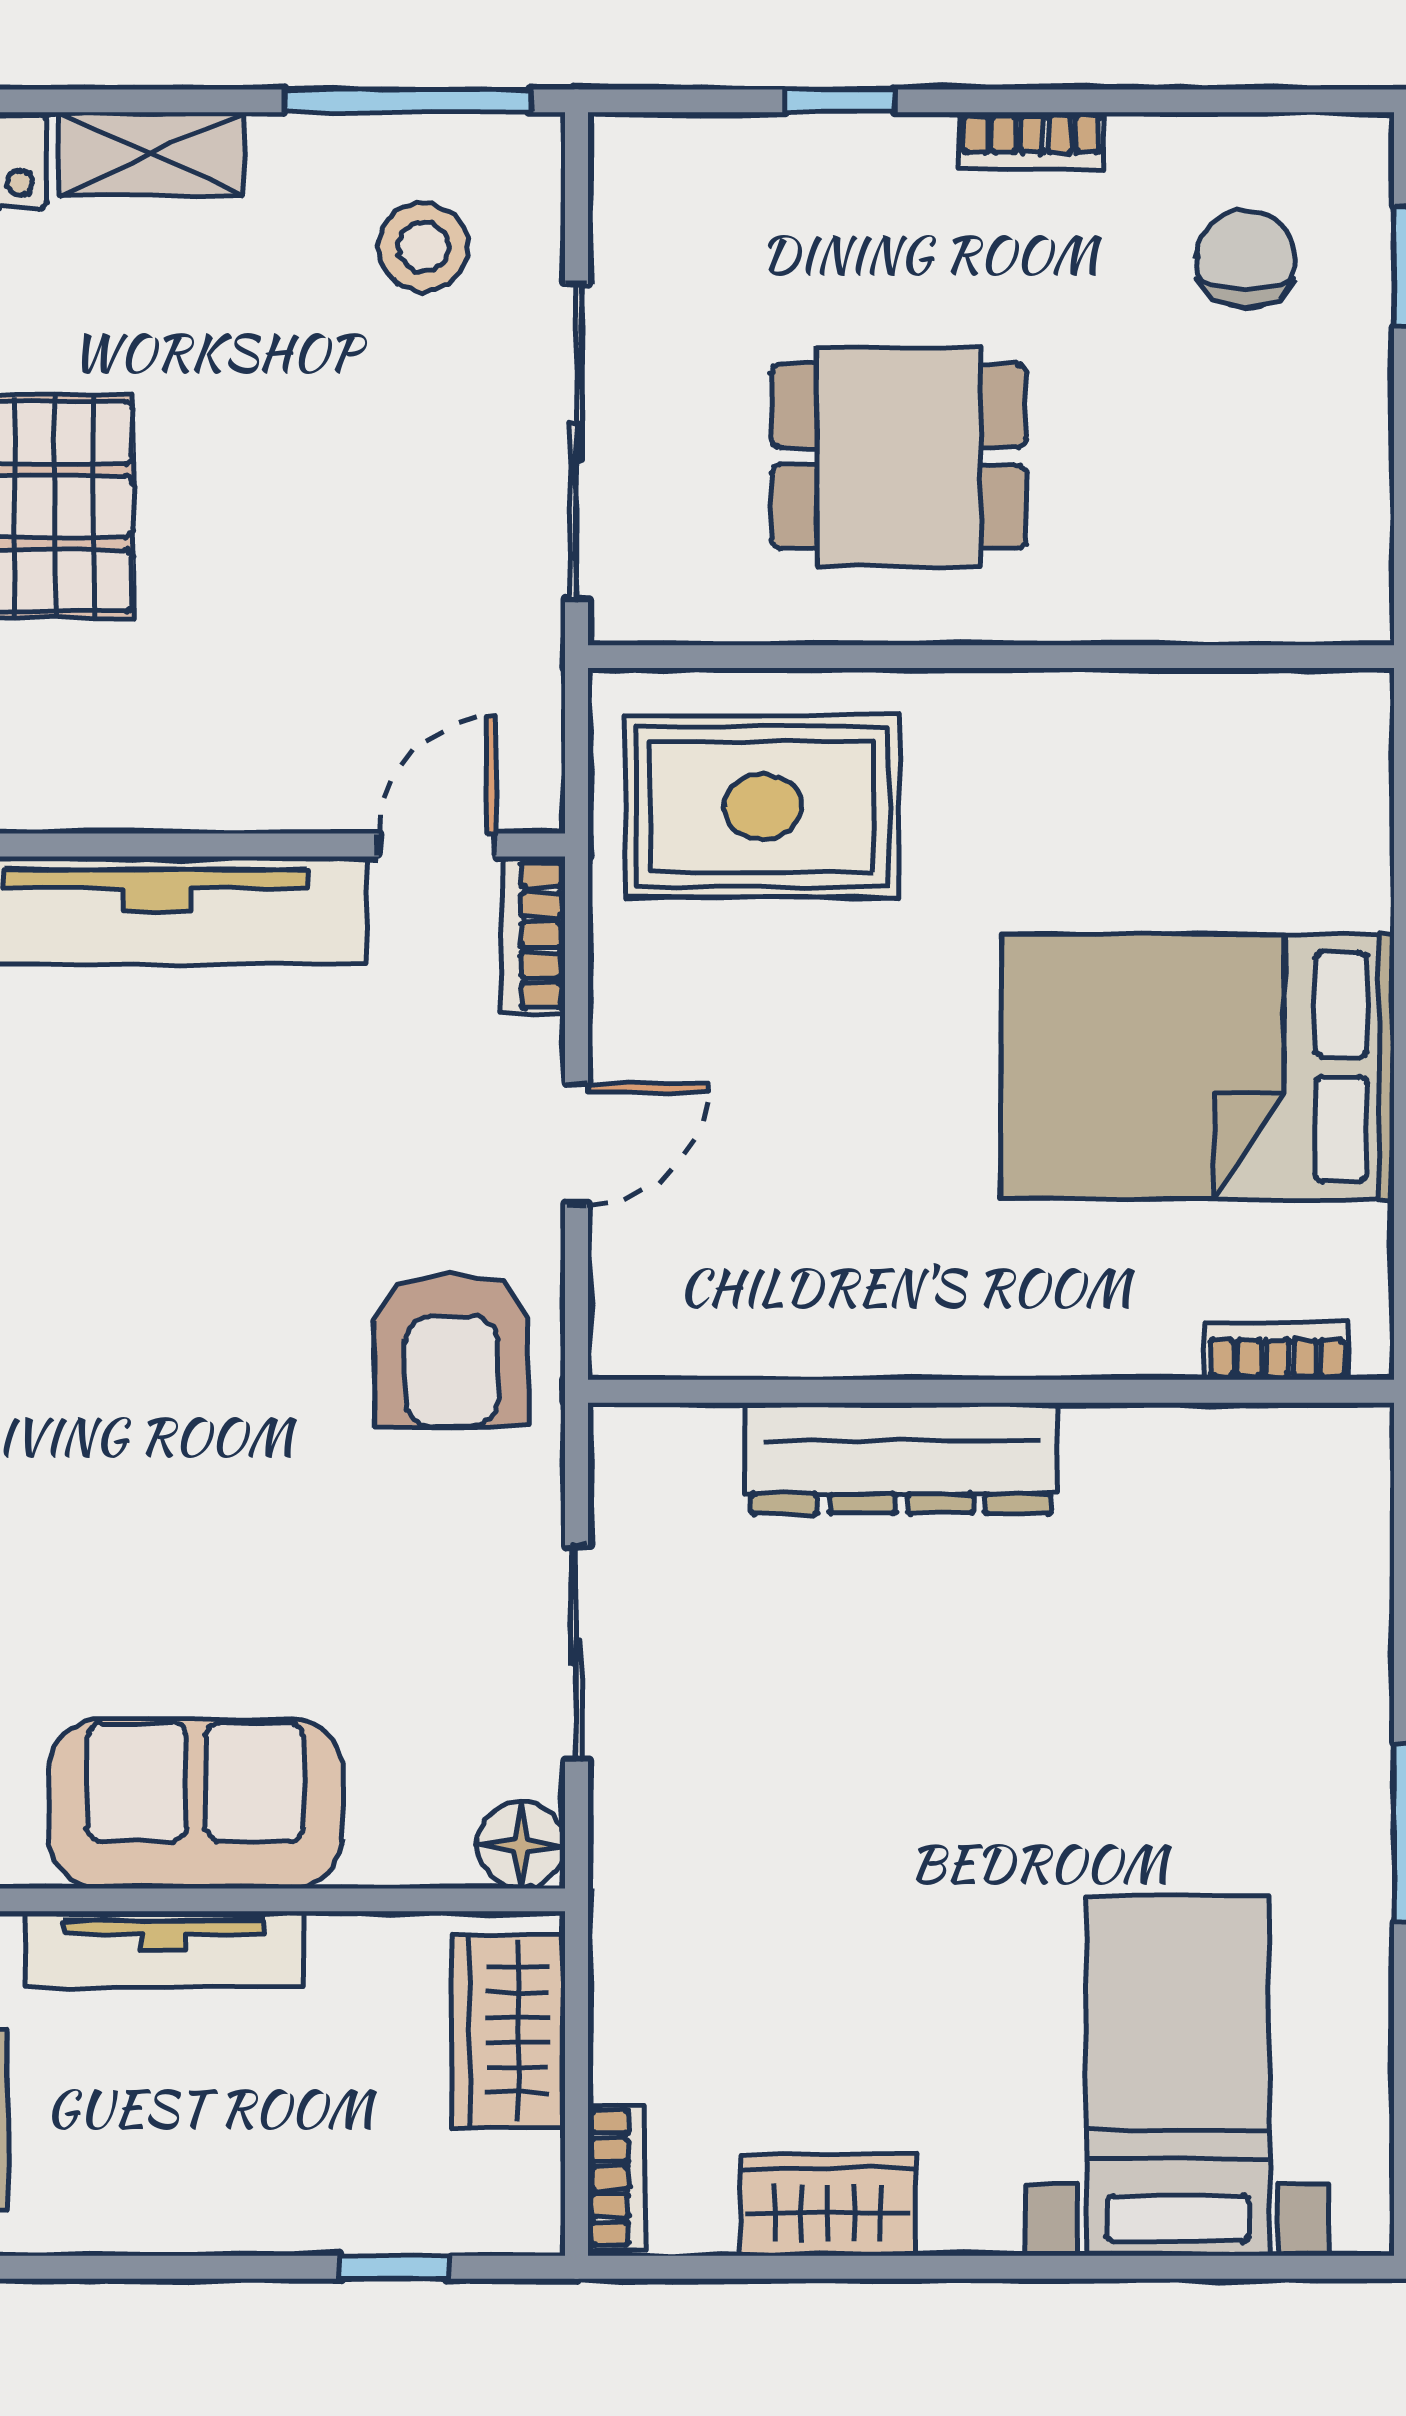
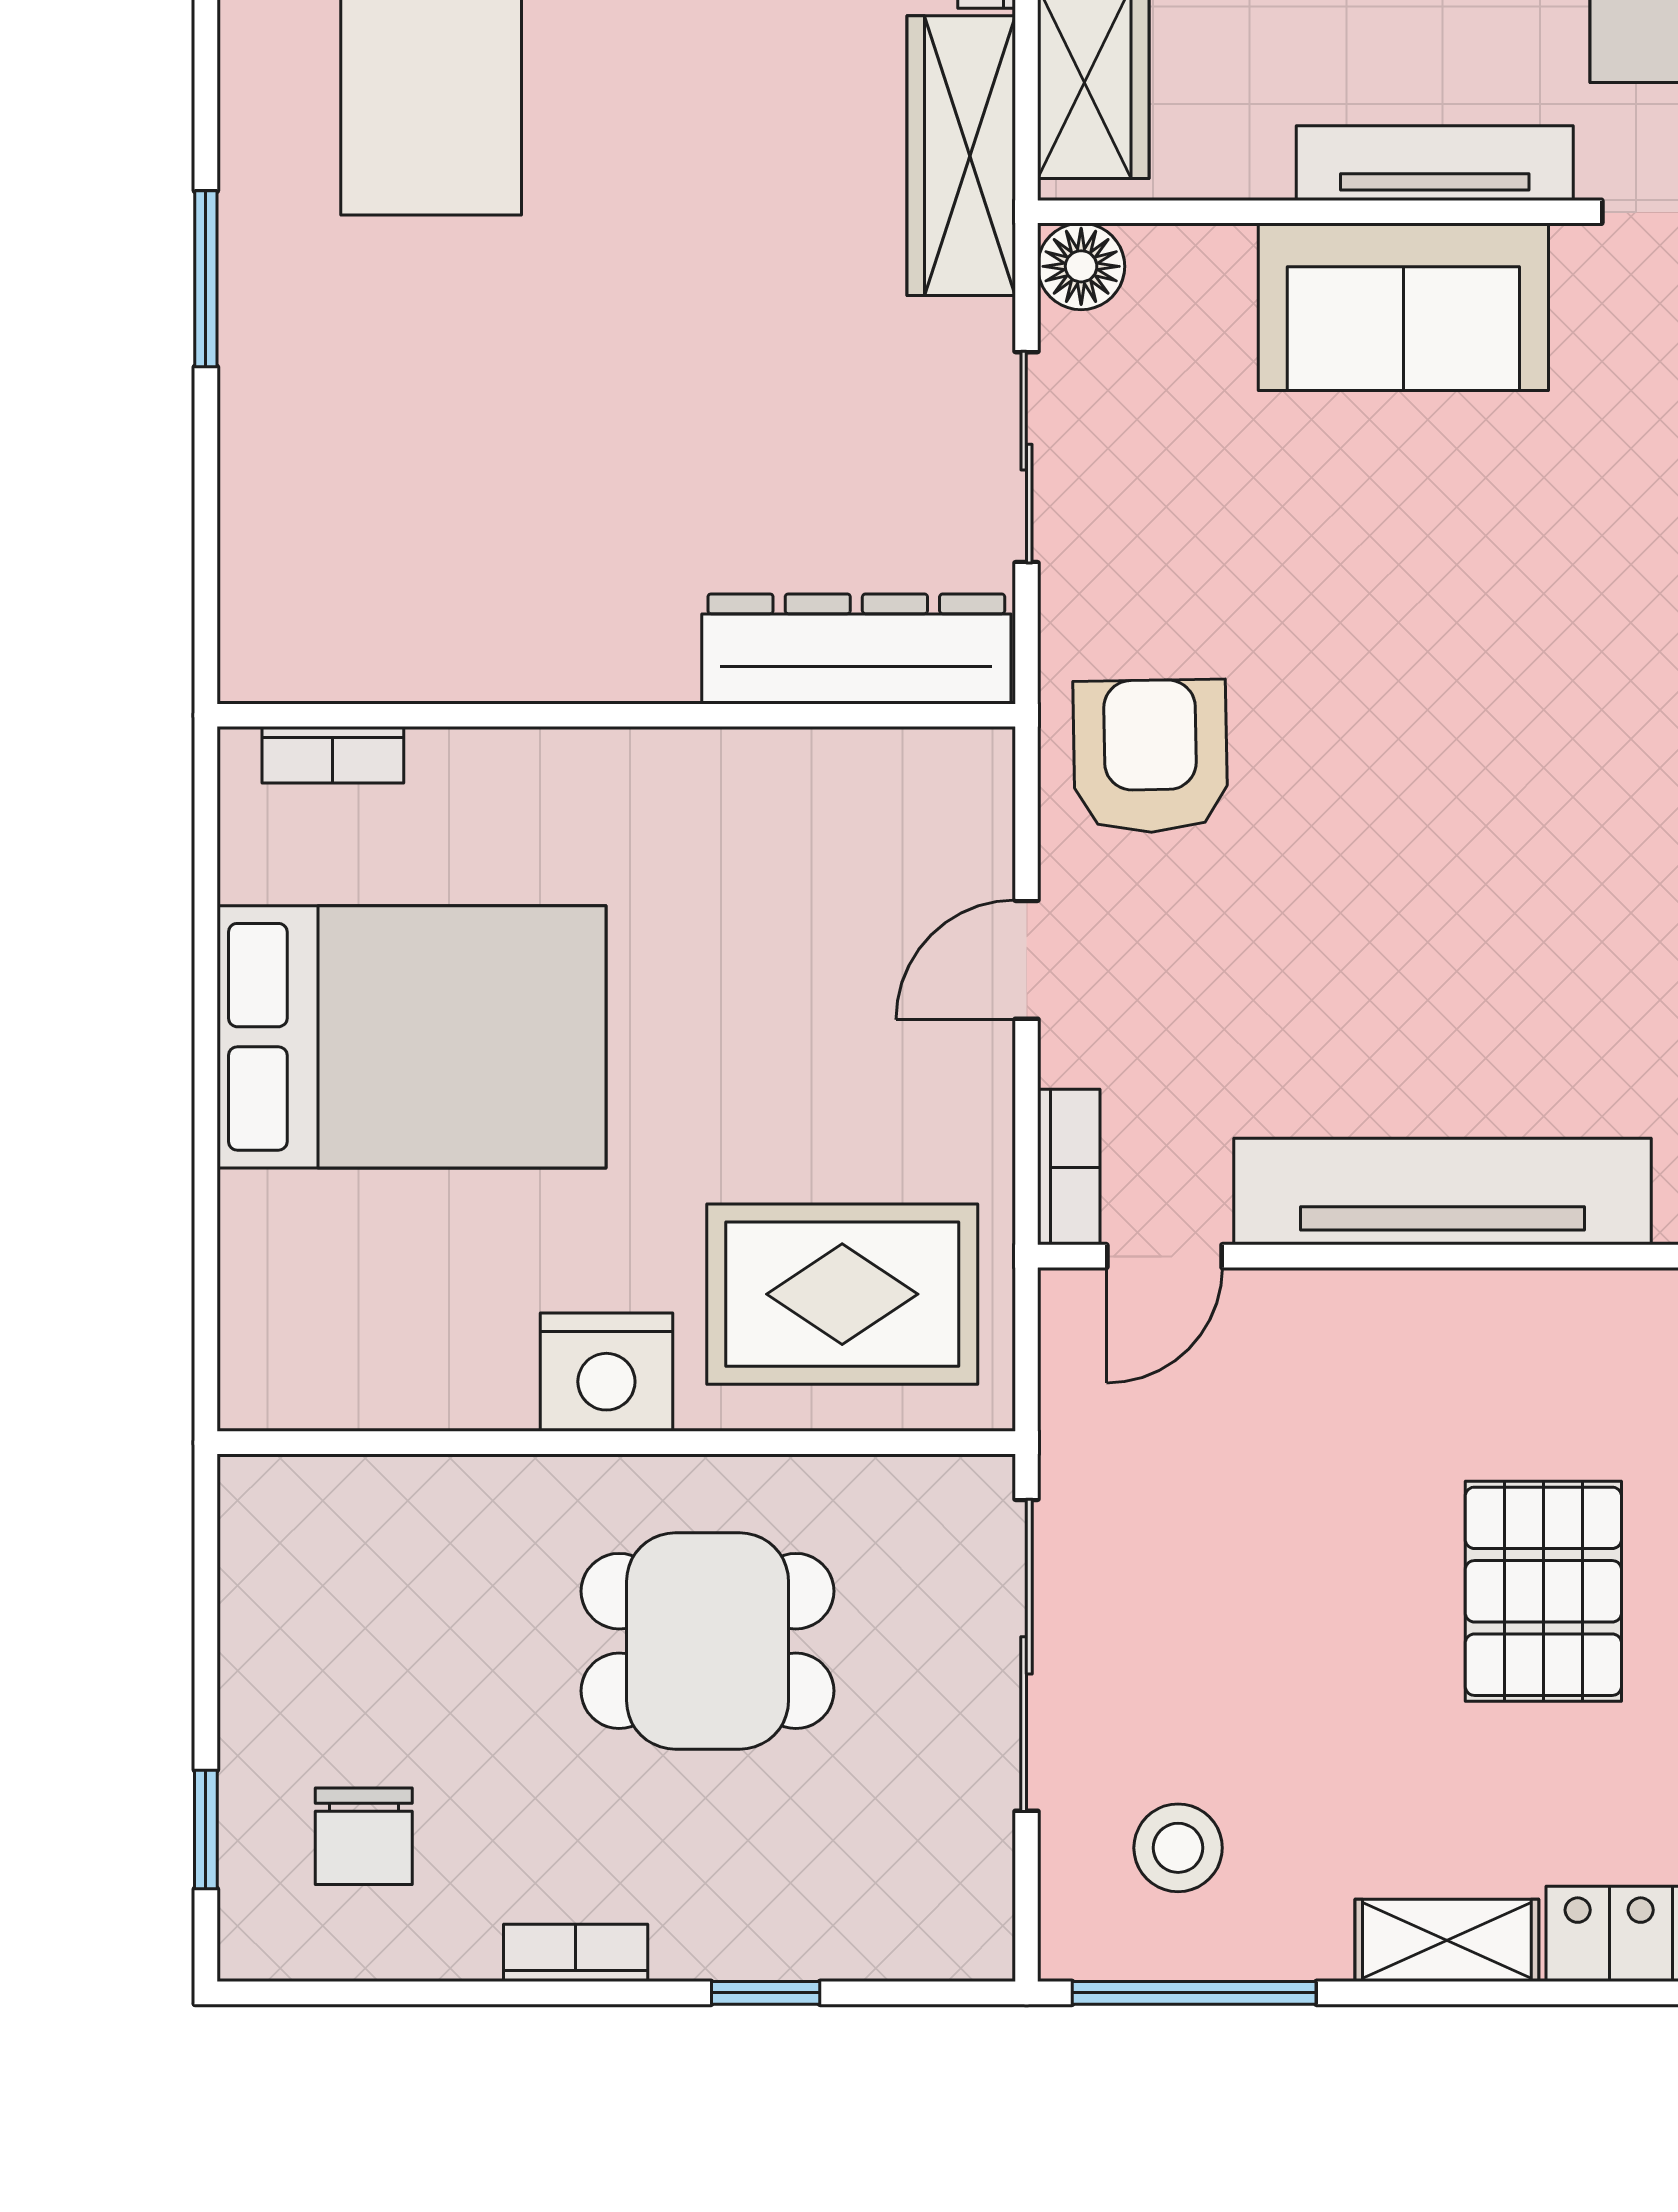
nightstand: (1001, 728) -> (606, 1372), added
dresser: (901, 1458) -> (856, 649), moved
wardrobe: (642, 1957) -> (961, 156), added

